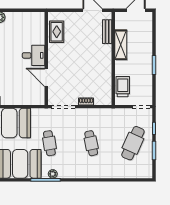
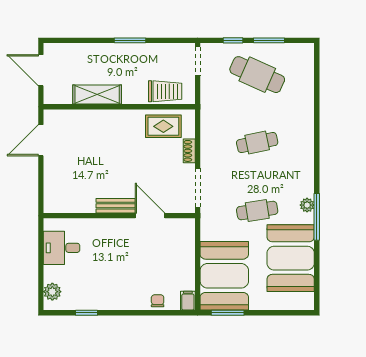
rug: (57, 32) -> (163, 126), moved
bench: (107, 32) -> (116, 206), moved
desk: (34, 55) -> (62, 248), moved, turned -90
door: (46, 77) -> (150, 216), swing flipped
trolley: (123, 87) -> (165, 91), turned 180

